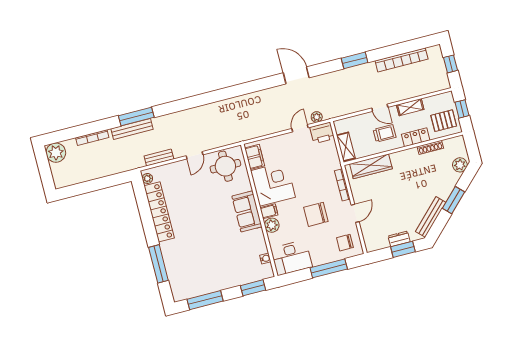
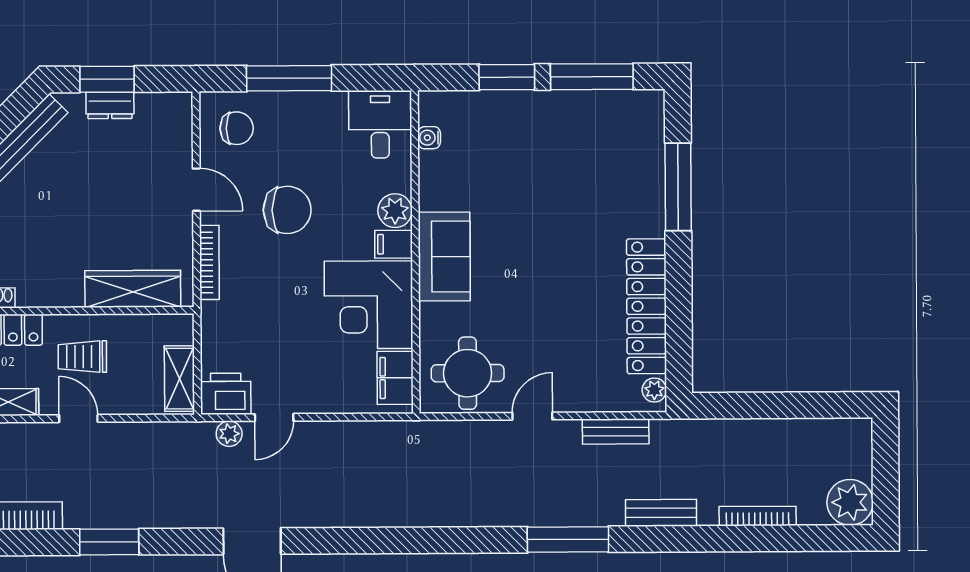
window: (136, 116) -> (568, 540), moved
bench: (132, 129) -> (661, 513), width x0.73
shelving: (346, 147) -> (179, 379), moved
door: (355, 213) -> (196, 190), swing flipped
desk: (291, 258) -> (380, 124), width x0.73
window: (253, 288) -> (507, 77), moved

